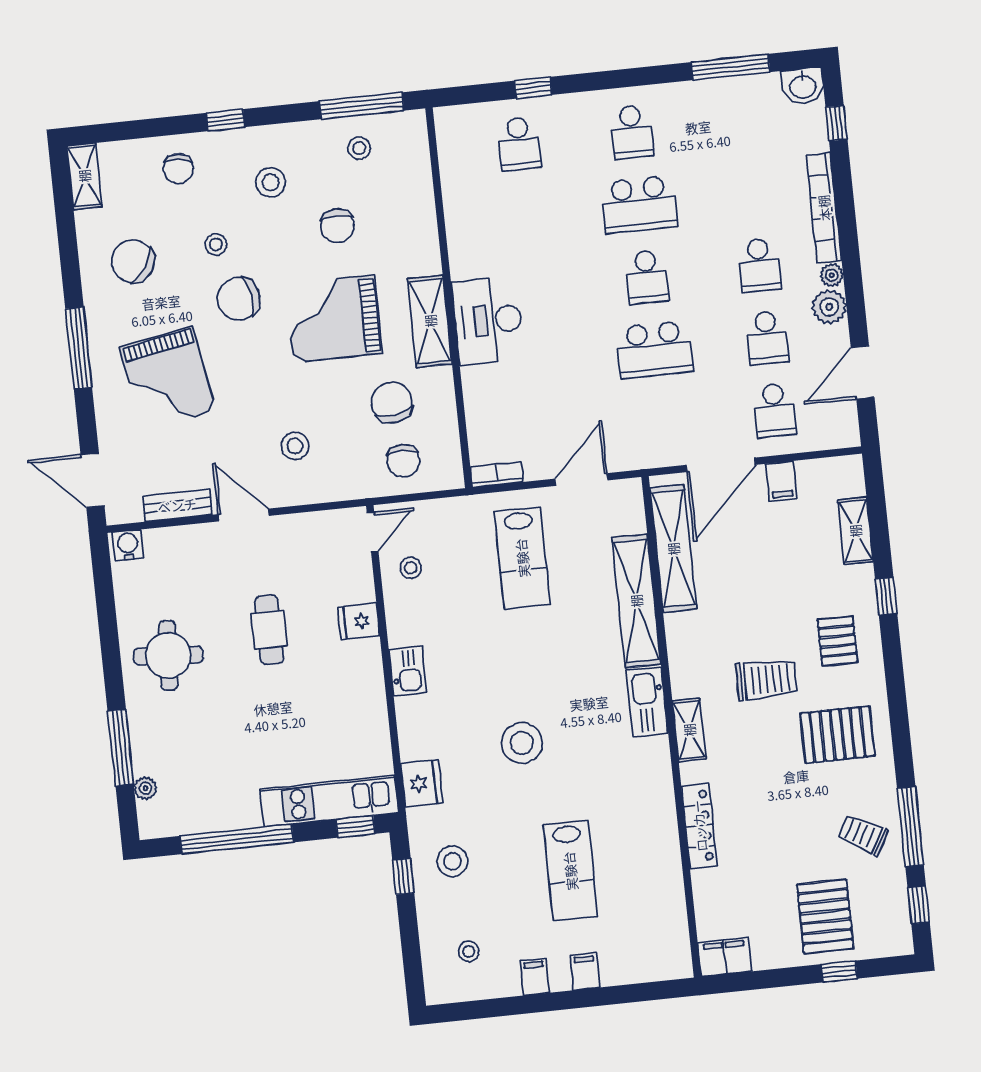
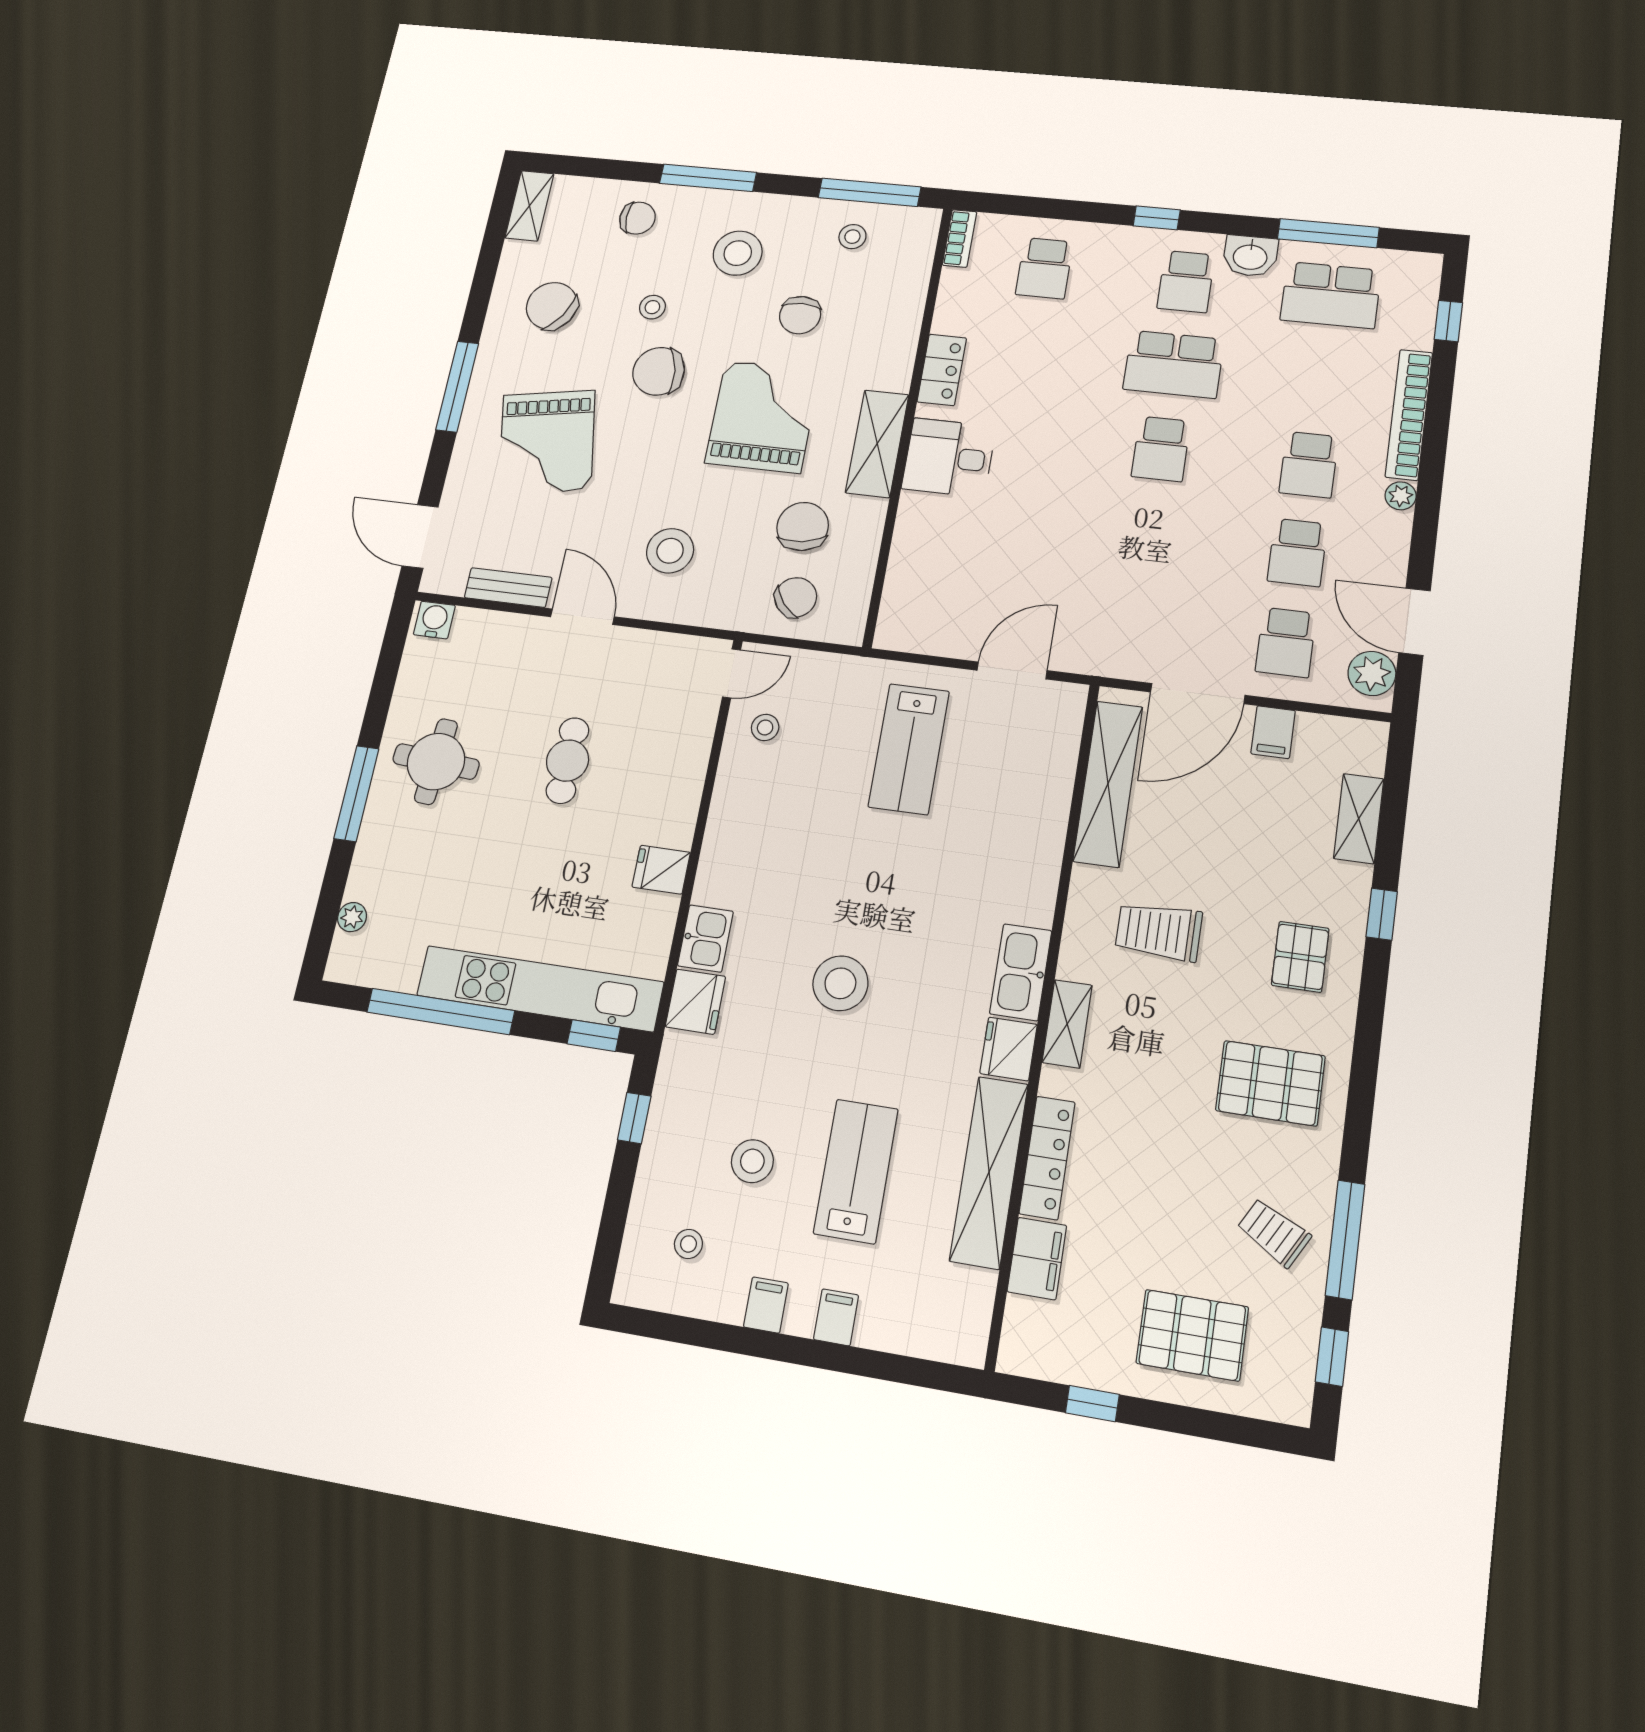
washbasin: (803, 86) -> (1250, 256), moved
window: (533, 88) -> (1157, 218), moved
window: (225, 120) -> (708, 178), width x2.17
chair: (178, 168) -> (637, 218), turned -97
stool: (271, 182) -> (738, 253), width x1.38, depth x1.38
locker: (462, 248) -> (942, 370), added
plant: (829, 307) -> (1372, 673), moved
grand piano: (334, 319) -> (763, 417), turned 90
desk: (488, 320) -> (949, 458), width x0.73
school desk: (654, 349) -> (1331, 295), moved
door: (863, 372) -> (1415, 622), hinge flipped
stool: (295, 446) -> (670, 551), width x1.38, depth x1.38
chair: (403, 461) -> (796, 597), turned -129
bookcase: (497, 474) -> (960, 238), moved, turned 90
shelving: (636, 601) -> (989, 1172), moved
fridge: (359, 621) -> (661, 870), moved
kitchen sink: (408, 671) -> (705, 939), moved
trolley: (766, 679) -> (1159, 931), moved, turned 180
window: (121, 748) -> (356, 794), moved
fridge: (653, 758) -> (1009, 1049), added
kitchen unit: (329, 801) -> (540, 989), width x1.36
stool: (452, 861) -> (752, 1161), moved
lab bench: (570, 871) -> (856, 1171), turned 180
pallet: (825, 916) -> (1192, 1335), turned 90
filing cabinet: (725, 957) -> (1037, 1258), moved, turned 90
window: (839, 971) -> (1092, 1404), moved

